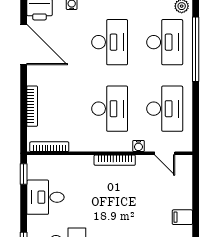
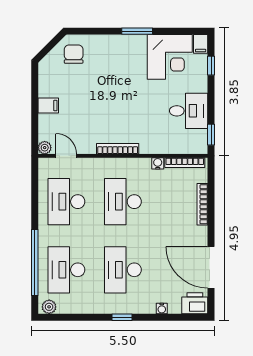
water cooler: (138, 146) -> (158, 163), moved
plant: (186, 161) -> (45, 148), added
filing cabinet: (182, 217) -> (48, 106), moved

